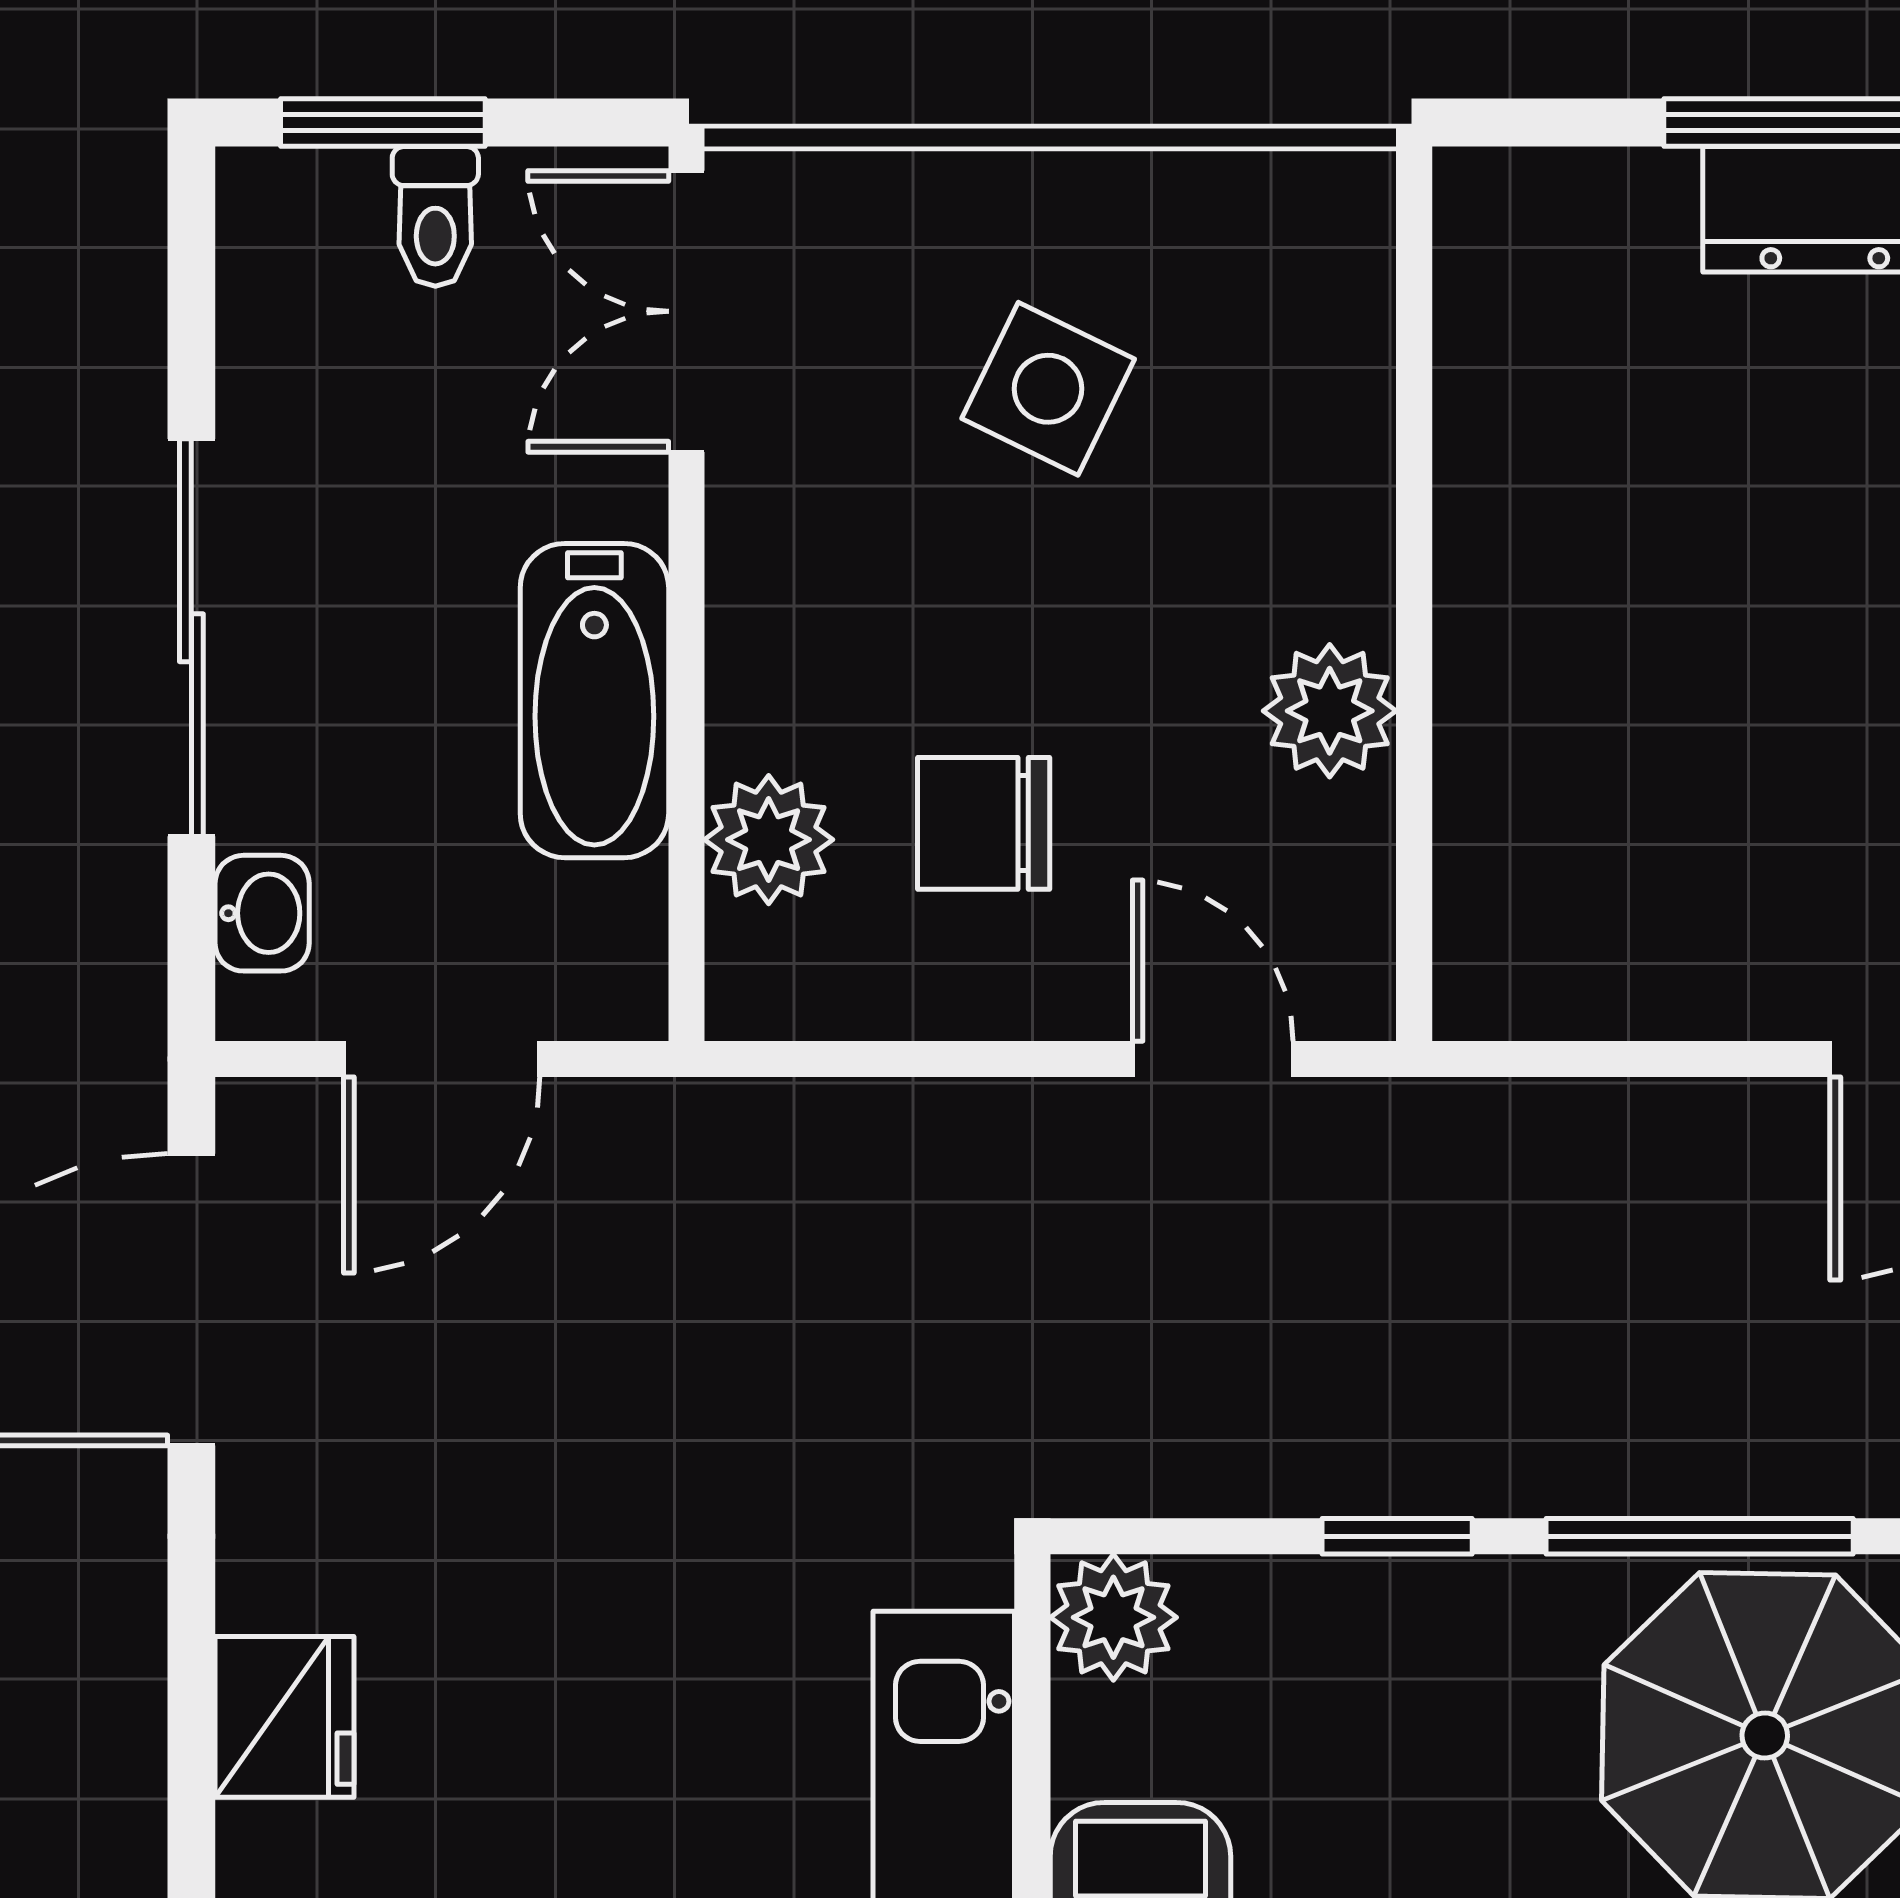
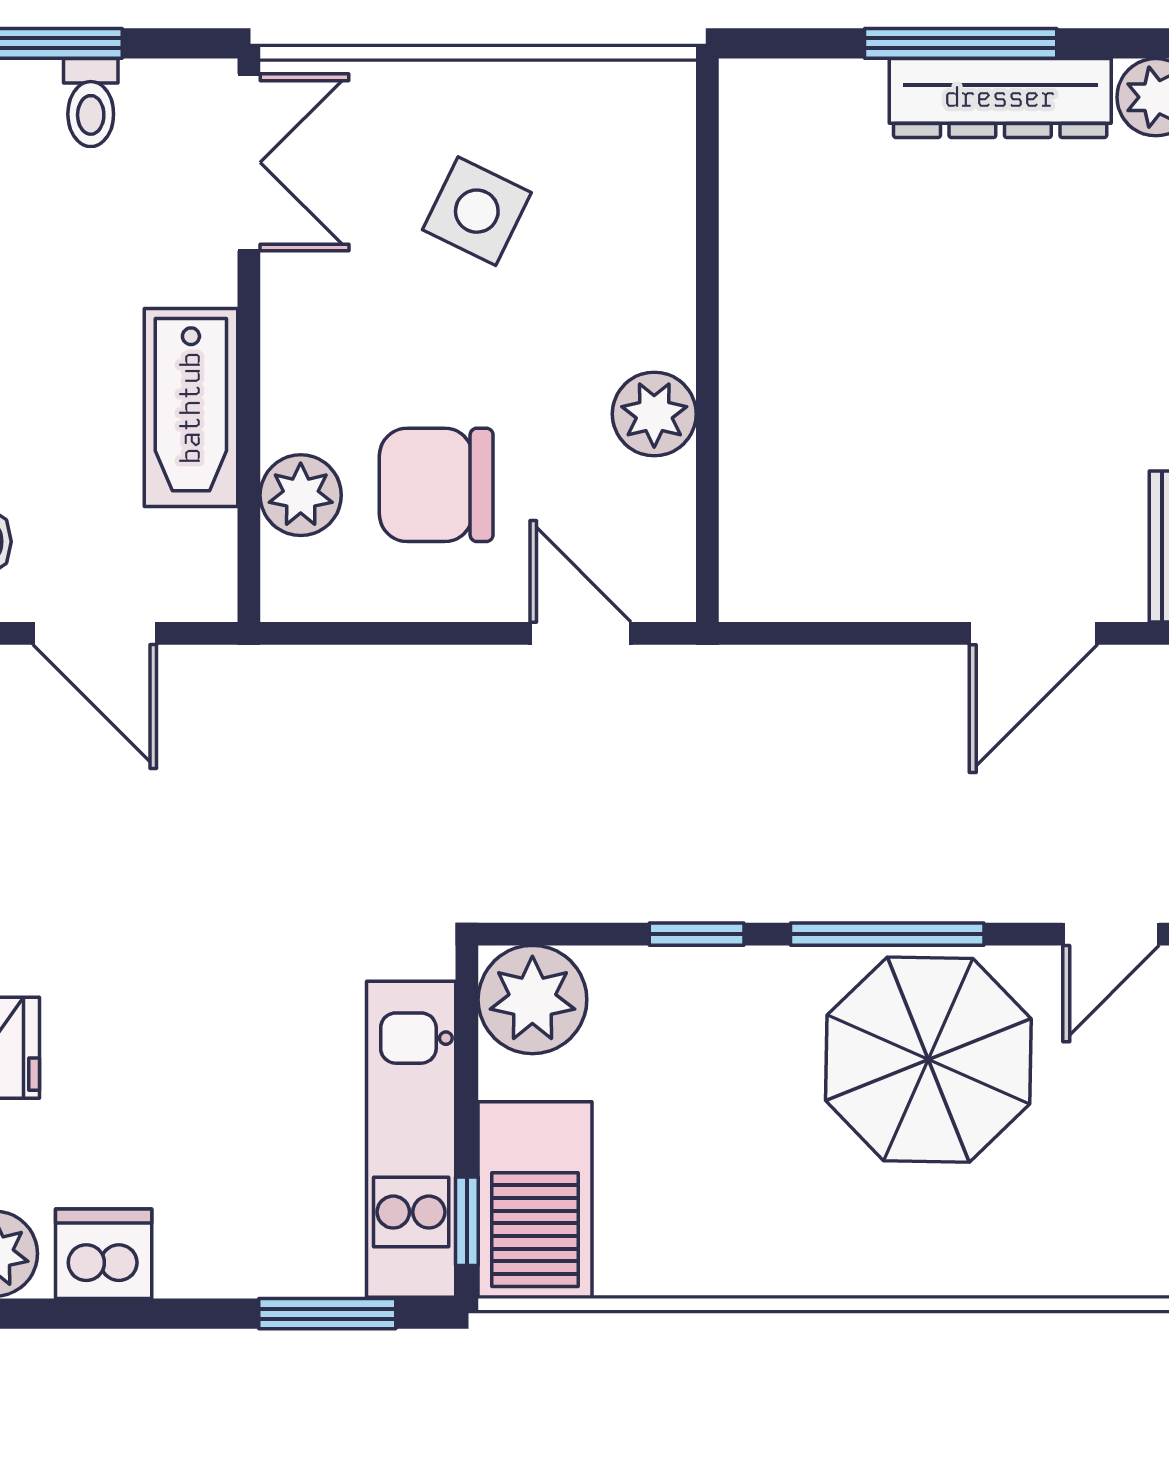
double door: (686, 311) -> (249, 162), swing flipped
chair: (984, 823) -> (436, 485), width x1.37, depth x1.37
door: (442, 1059) -> (95, 633), hinge flipped
plant: (1113, 1617) -> (532, 1000), width x1.36, depth x1.36

